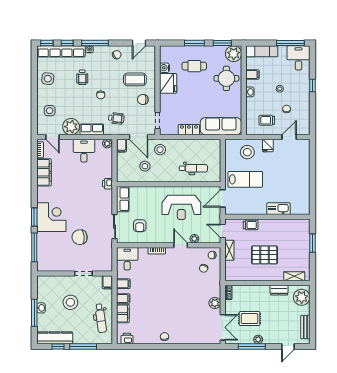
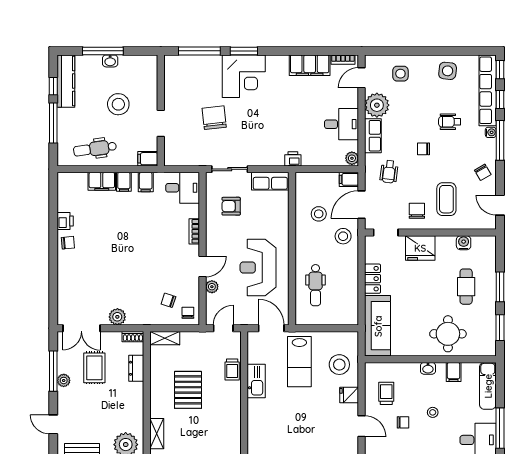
plant: (234, 54) -> (484, 344), removed
fridge: (168, 83) -> (420, 248), moved
kitchen sink: (278, 209) -> (256, 381), moved
shelving: (229, 250) -> (165, 338), moved
dresser: (279, 290) -> (136, 368), moved
printer: (127, 338) -> (65, 221), moved

